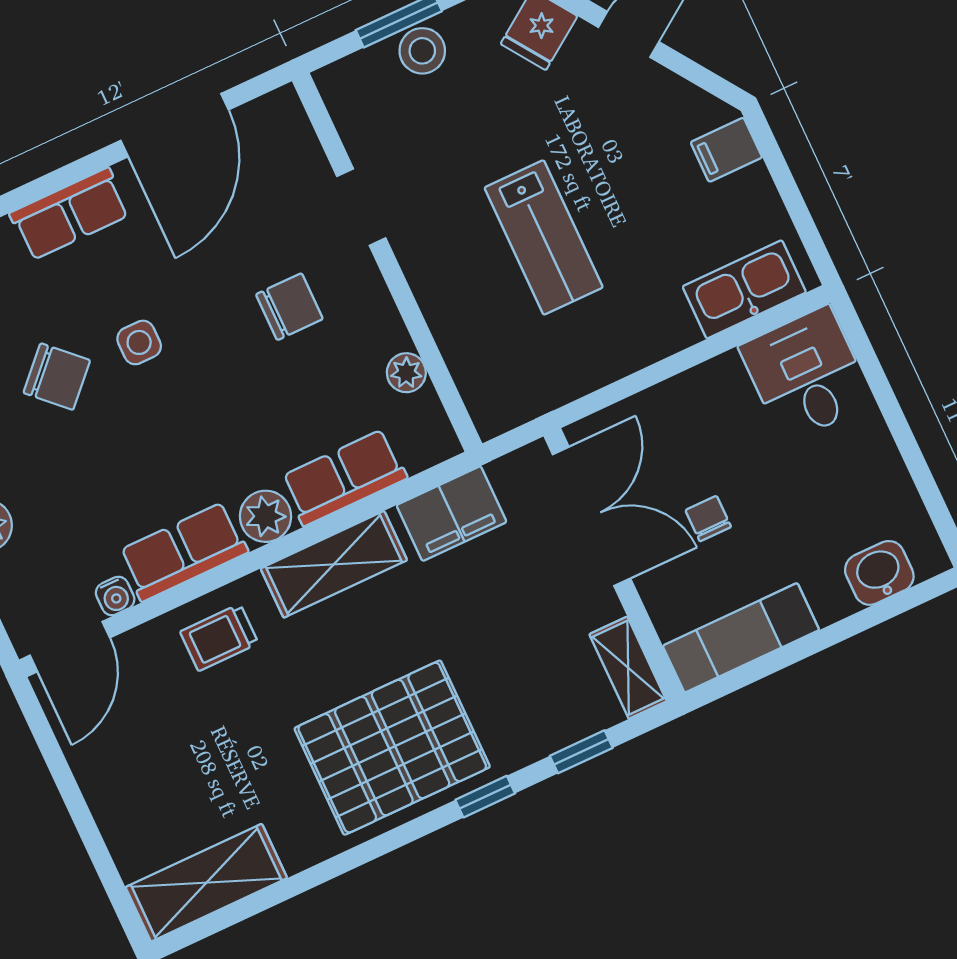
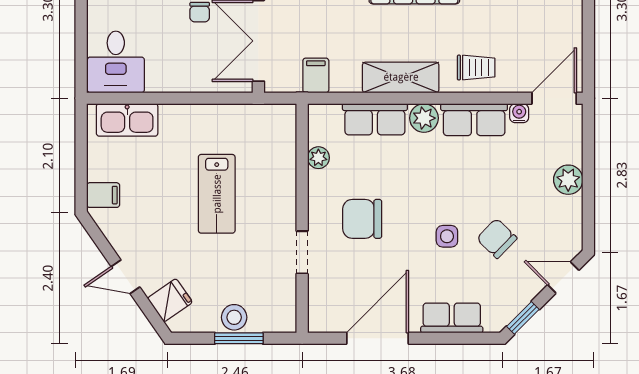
lab bench: (544, 237) -> (217, 194), turned 180
chair: (289, 307) -> (362, 219), width x1.37, depth x1.37
filing cabinet: (452, 514) -> (316, 75), width x0.50

